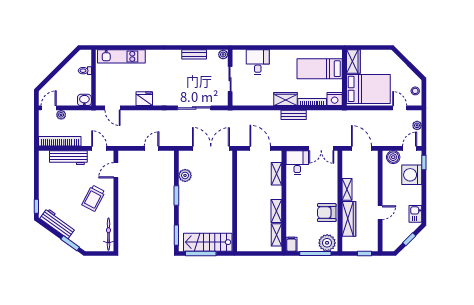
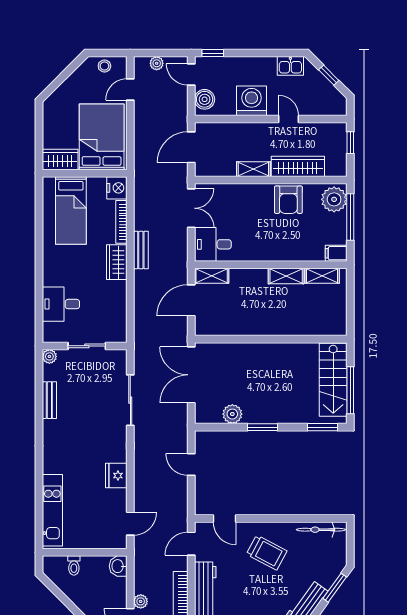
shelving: (277, 174) -> (212, 276), moved
washing machine: (412, 175) -> (252, 101), moved, turned 180

